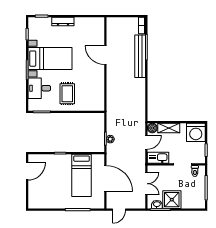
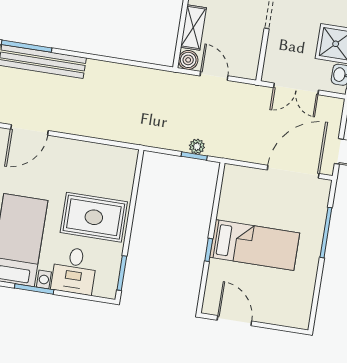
rug: (67, 94) -> (94, 217), width x1.36, depth x1.43
kitchen sink: (158, 158) -> (249, 58), removed
bed: (82, 175) -> (255, 245), moved
door: (105, 179) -> (293, 172), moved
double door: (146, 184) -> (296, 89), swing flipped

